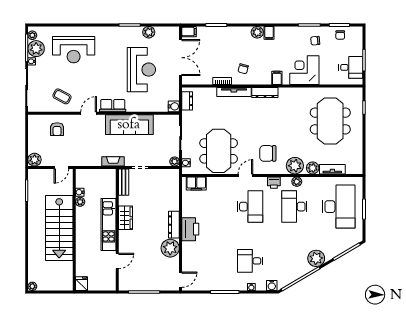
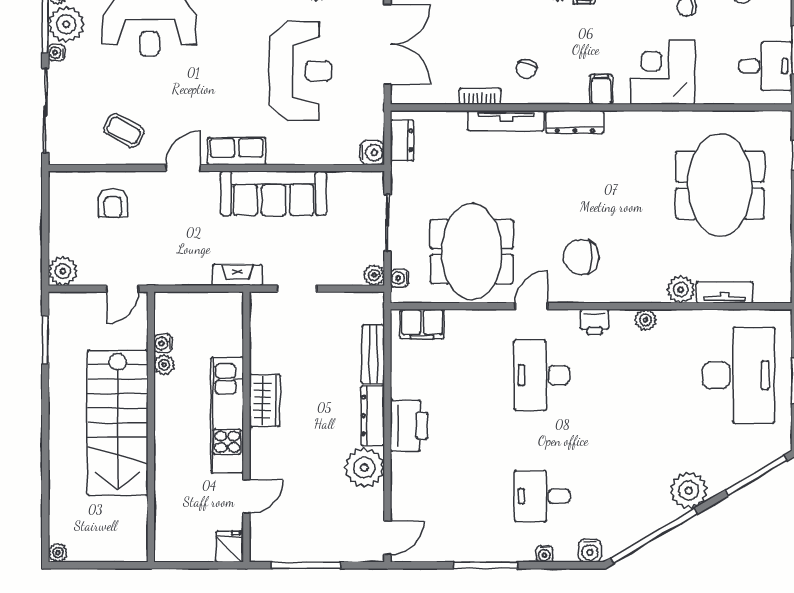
plant: (295, 166) -> (641, 284), removed
bench: (124, 182) -> (373, 354), moved
desk: (250, 207) -> (542, 375), turned 180
desk: (294, 207) -> (640, 375), removed
fridge: (81, 284) -> (229, 547), moved

